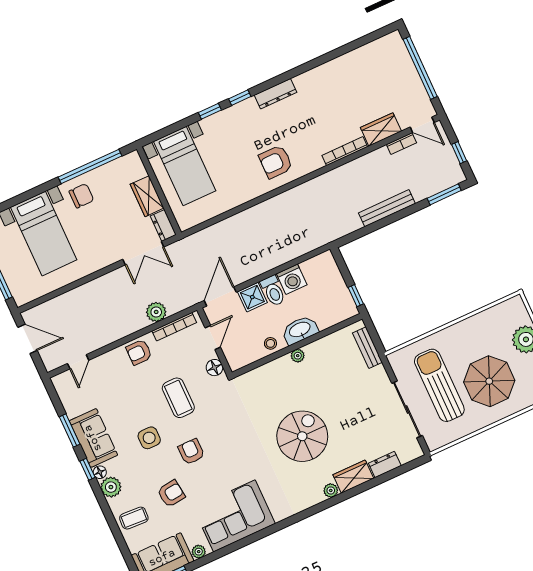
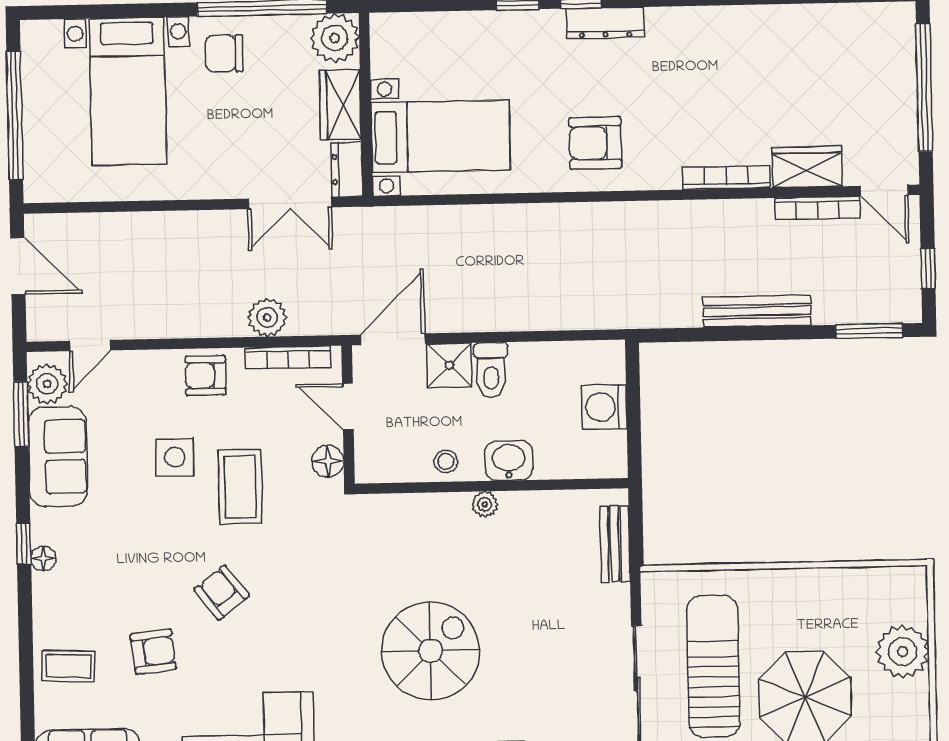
dresser: (275, 94) -> (605, 23), moved
bookcase: (401, 144) -> (817, 208), width x1.56
plant: (131, 166) -> (335, 38), added
bed with nightstands: (185, 166) -> (441, 136), moved, turned -90
chair: (81, 196) -> (224, 53), turned 180
washing machine: (292, 279) -> (604, 407), moved, turned 90
window: (356, 296) -> (634, 443), removed
washbasin: (300, 330) -> (509, 460), width x0.72
door: (213, 338) -> (348, 406), swing flipped
window: (70, 430) -> (21, 414), moved
sofa: (93, 438) -> (58, 457), moved
side table: (149, 438) -> (175, 457), moved
armchair: (191, 452) -> (222, 593), turned -38
plant: (111, 487) -> (47, 384), moved

